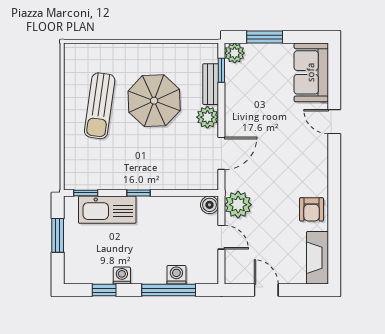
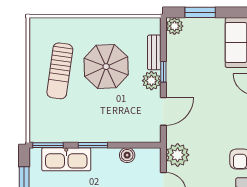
window: (221, 70) -> (163, 72), moved
window: (86, 193) -> (48, 145), width x1.50
window: (139, 193) -> (93, 145), width x1.50
boiler: (210, 205) -> (127, 155), moved

